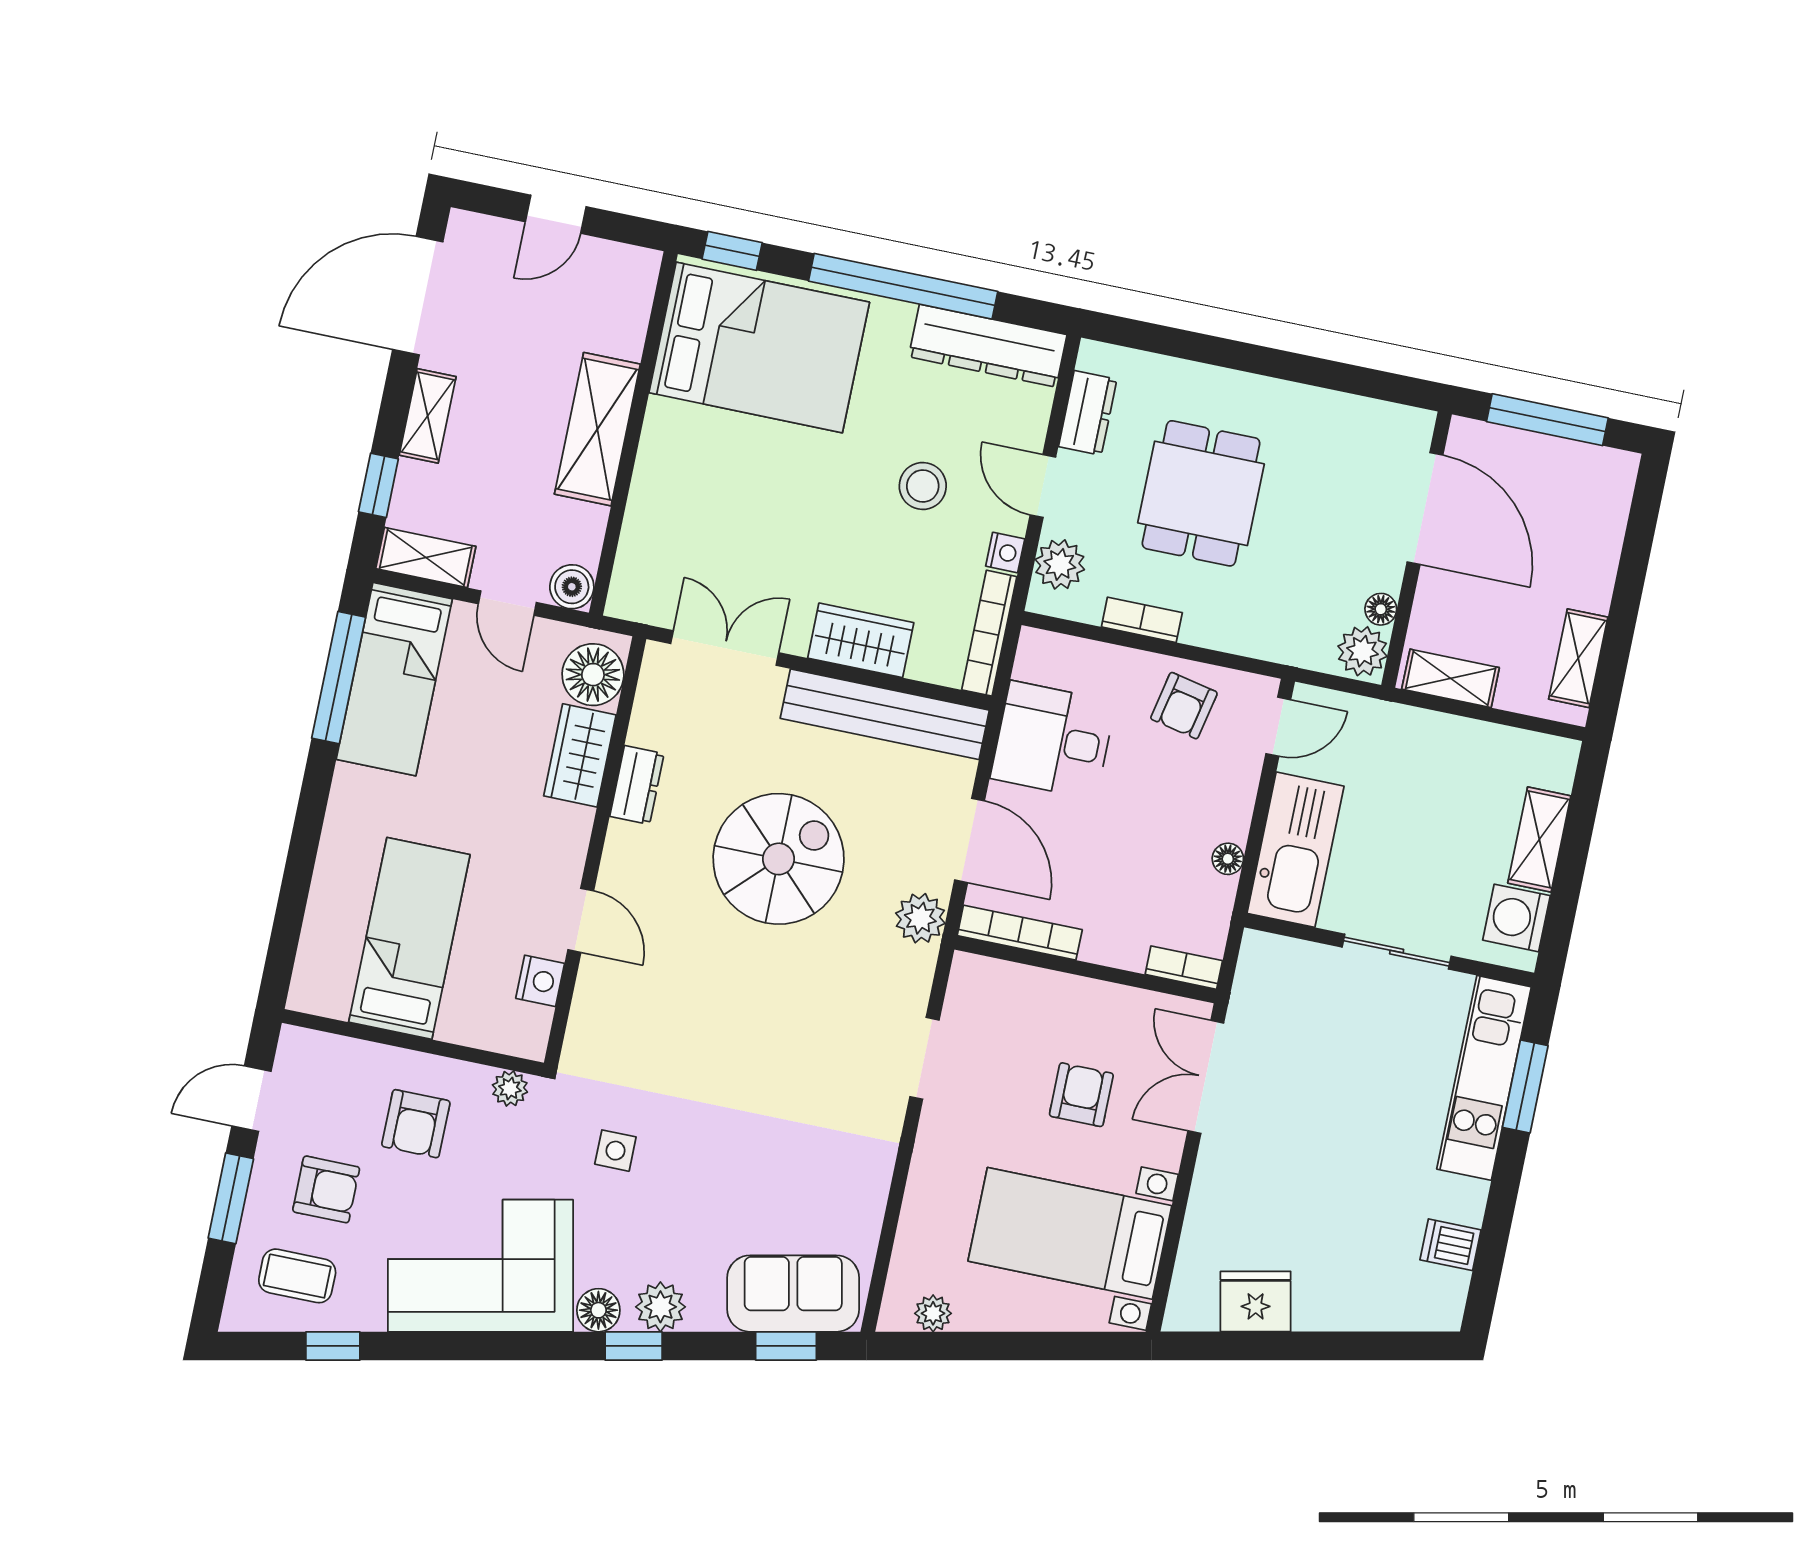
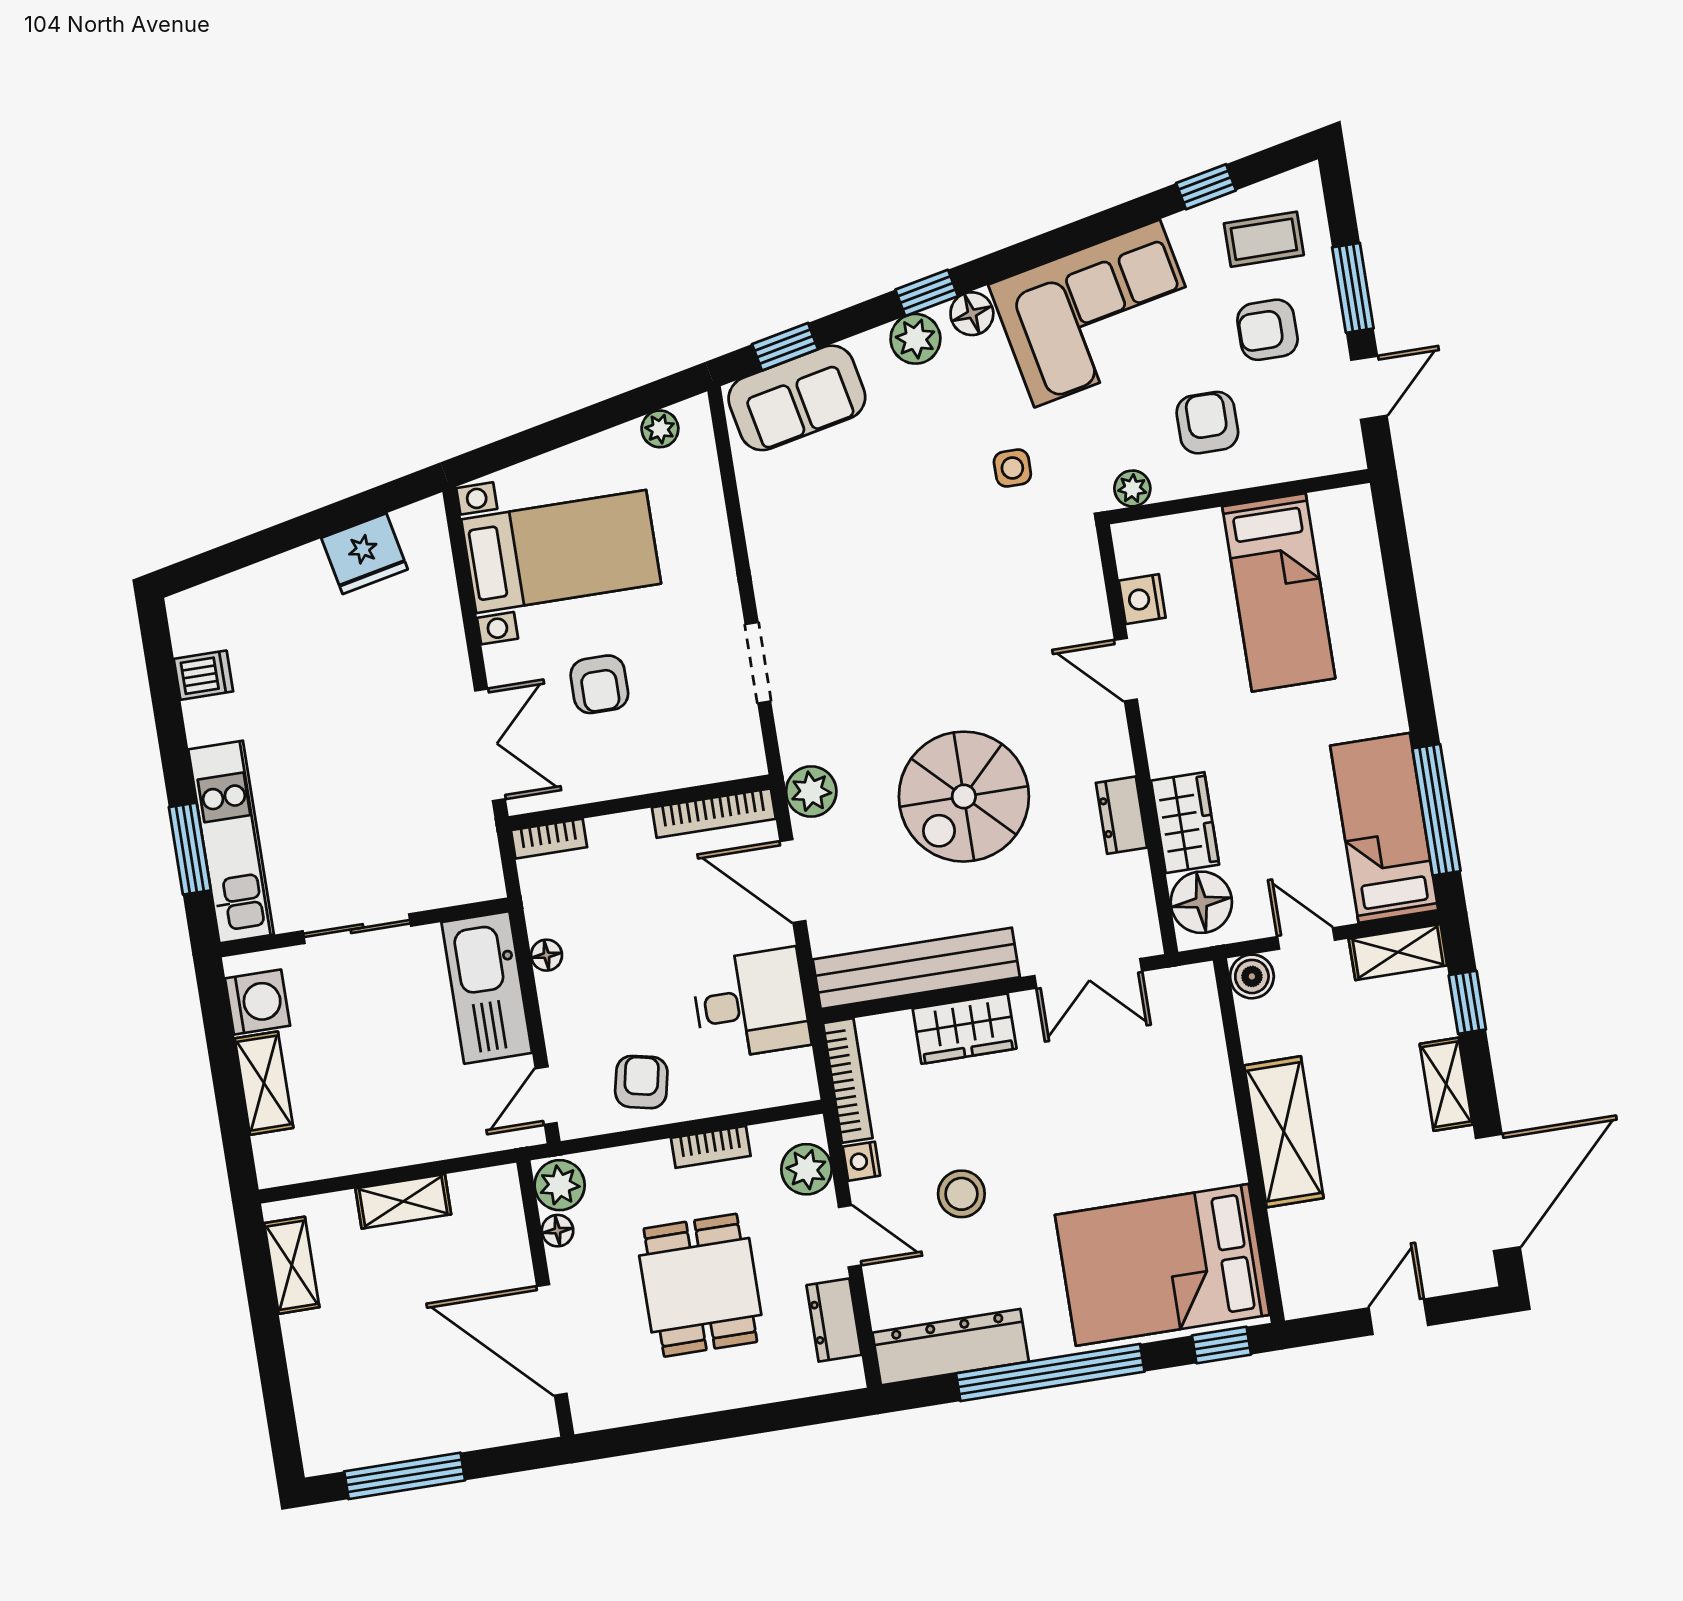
door: (1425, 508) -> (552, 1340), moved
wall: (1416, 550) -> (545, 1299), moved
floor lamp: (1381, 609) -> (558, 1231), moved
plant: (1363, 651) -> (560, 1185), moved

